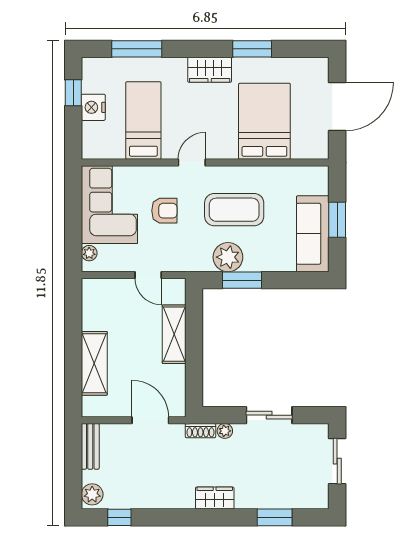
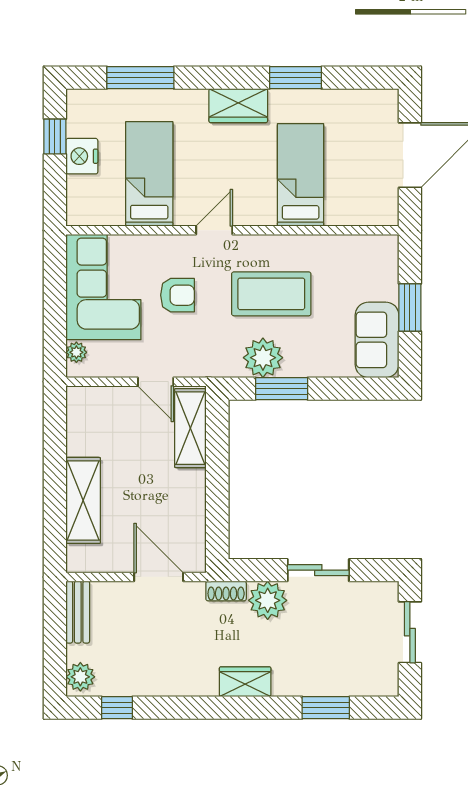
bed: (264, 121) -> (301, 175), width x0.67
sofa: (313, 234) -> (377, 340), width x0.73
shelving: (174, 334) -> (190, 428), moved
plant: (225, 431) -> (268, 600), width x1.87, depth x1.87

